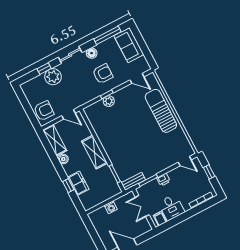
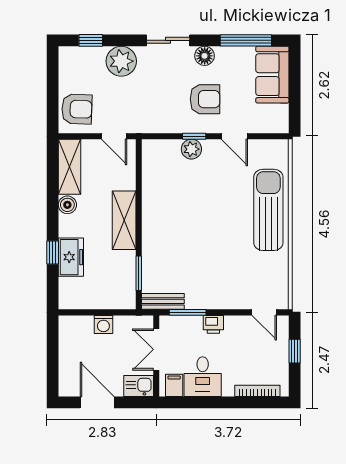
window: (44, 69) -> (91, 40), moved
door: (137, 78) -> (234, 136), moved
kitchen sink: (143, 228) -> (139, 386), added

